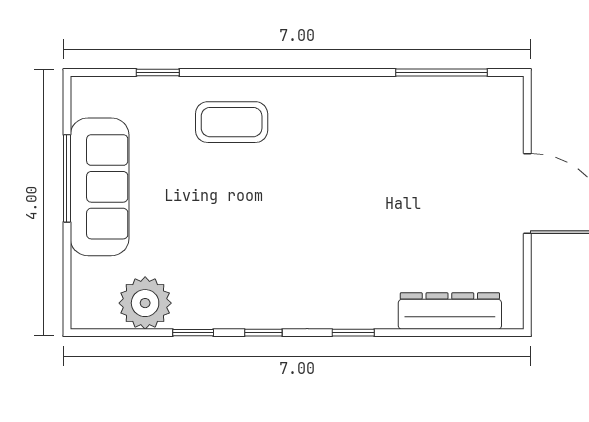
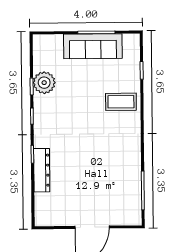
coffee table: (232, 122) -> (121, 102), turned 90
plant: (145, 303) -> (44, 83), moved
dresser: (450, 311) -> (42, 170), moved

